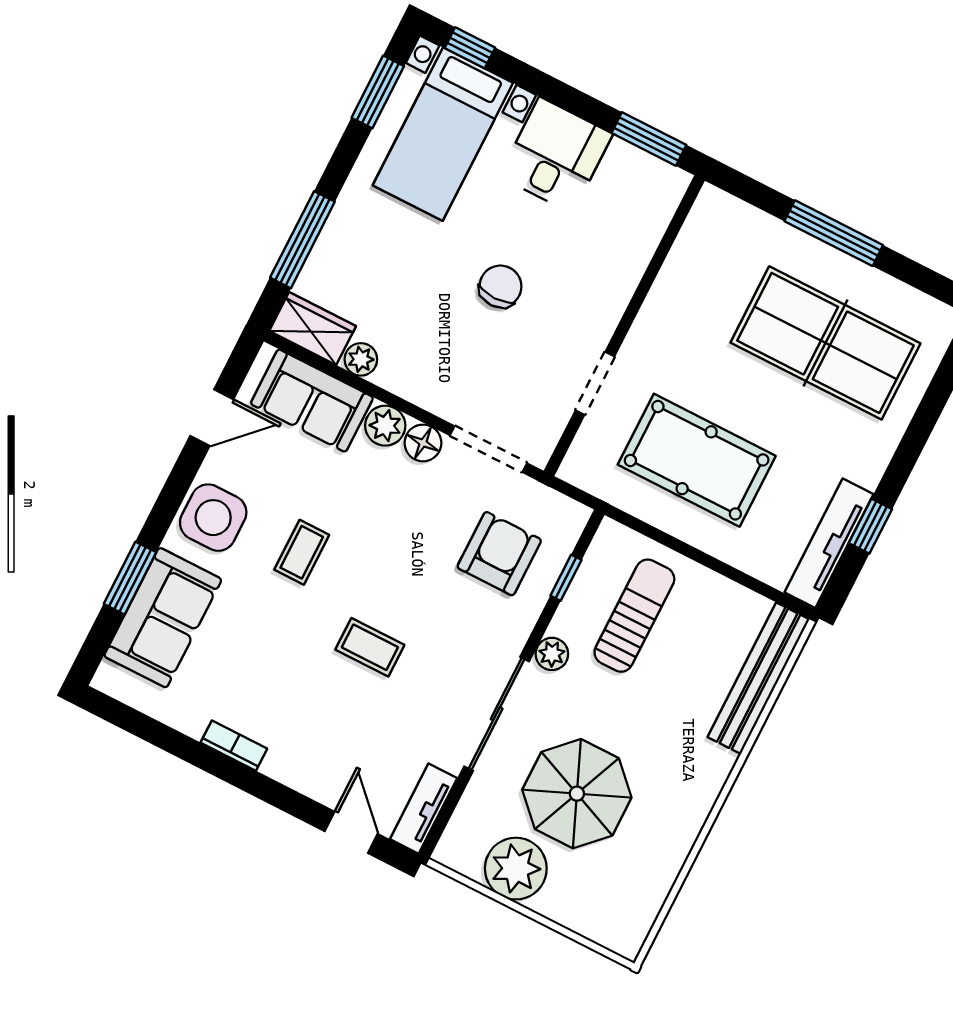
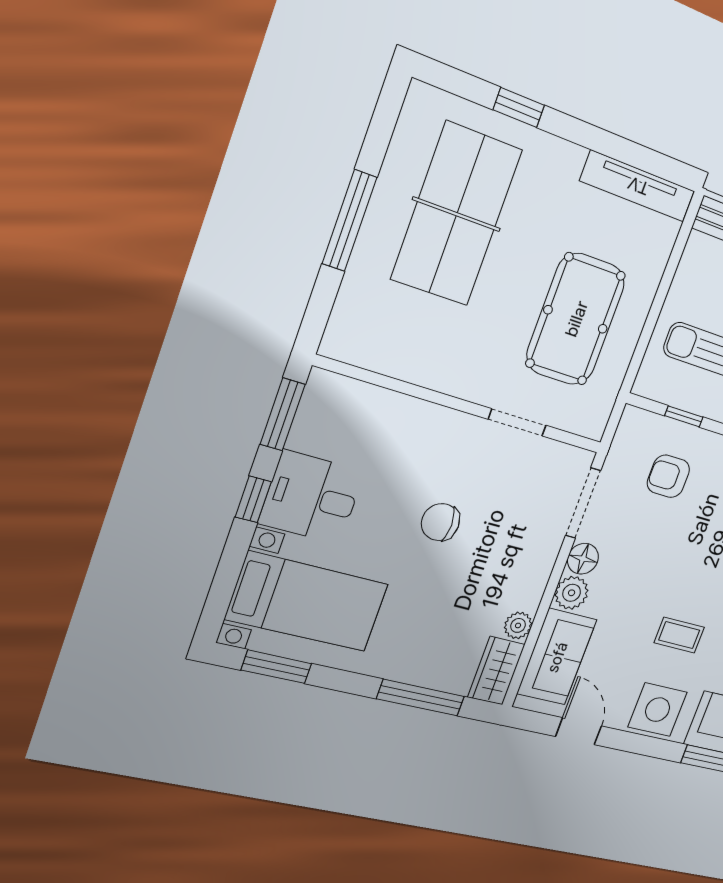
window: (470, 48) -> (253, 499), moved
window: (870, 526) -> (519, 108), moved
armchair: (499, 554) -> (668, 476), width x0.72, depth x0.72

